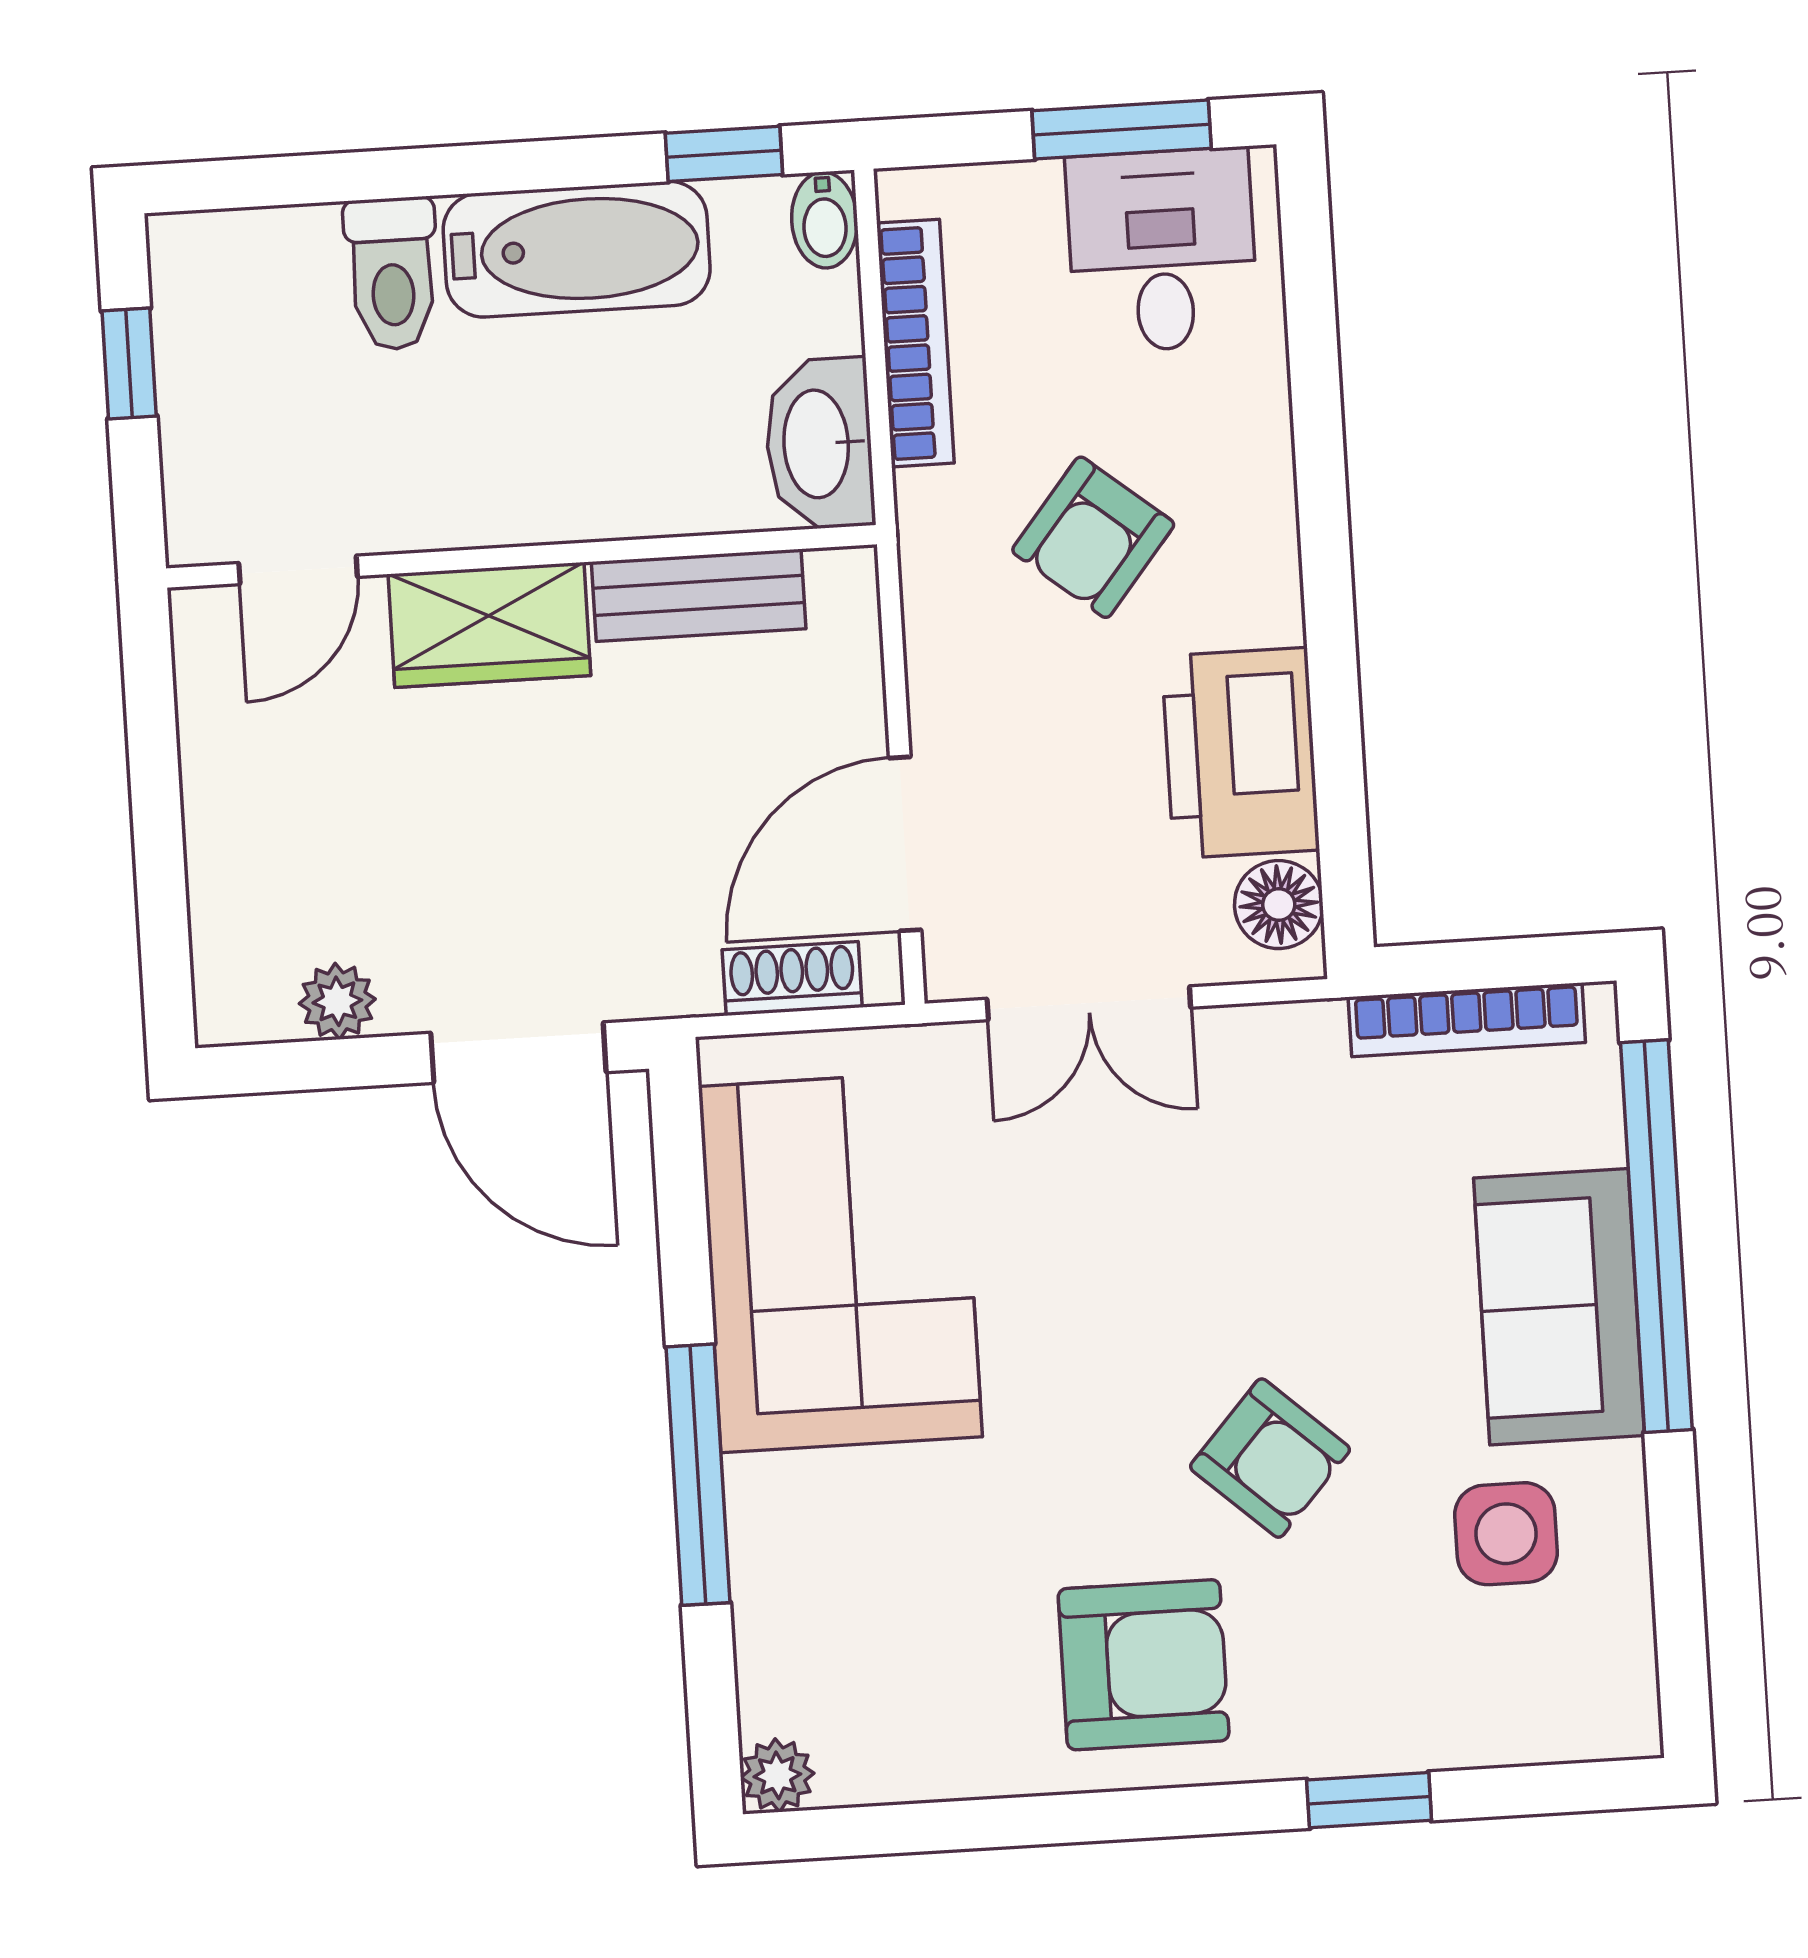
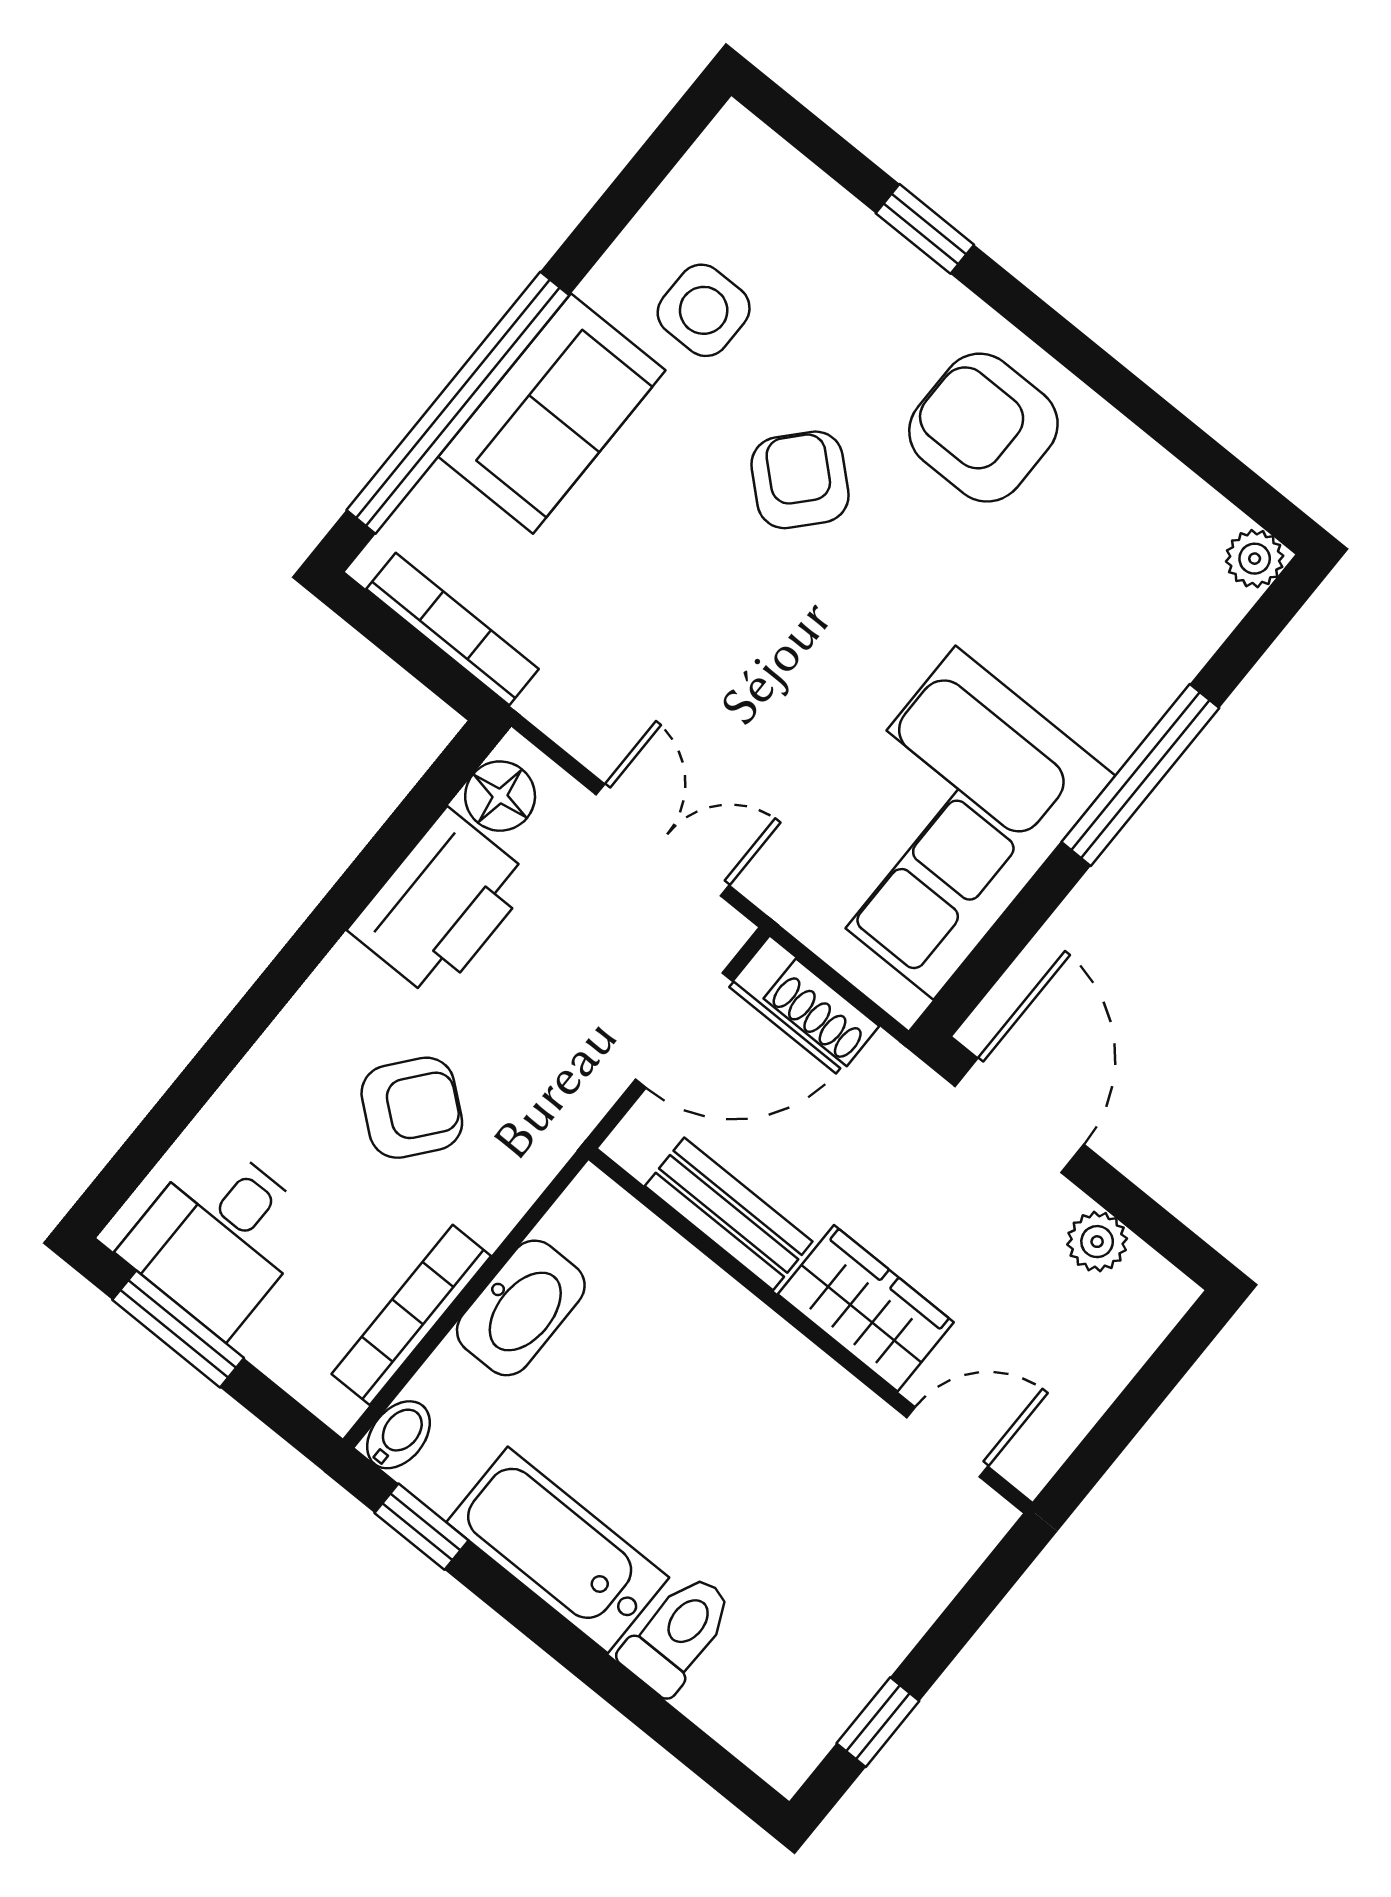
wall: (521, 556) -> (811, 1331), moved
door: (298, 570) -> (947, 1442), moved
bench: (699, 595) -> (729, 1214), moved
wardrobe: (489, 625) -> (866, 1308), moved

